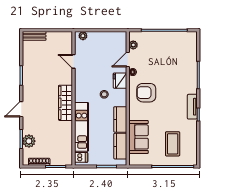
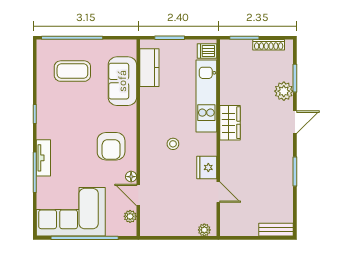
corner sofa: (174, 48) -> (71, 212), added
door: (128, 60) -> (138, 195), swing flipped
fridge: (120, 81) -> (207, 167), moved, turned 180
armchair: (146, 93) -> (111, 146), turned 90
wardrobe: (65, 103) -> (230, 123), width x0.67
tv unit: (192, 107) -> (43, 158), moved
kitchen counter: (120, 119) -> (149, 107), removed
plant: (29, 141) -> (284, 91), moved
coffee table: (173, 144) -> (72, 71), turned 90

